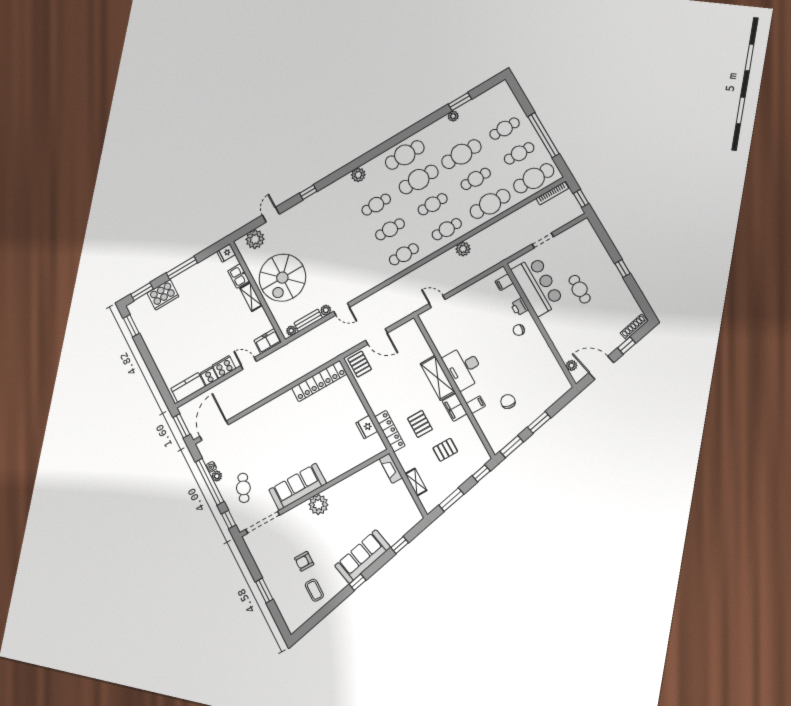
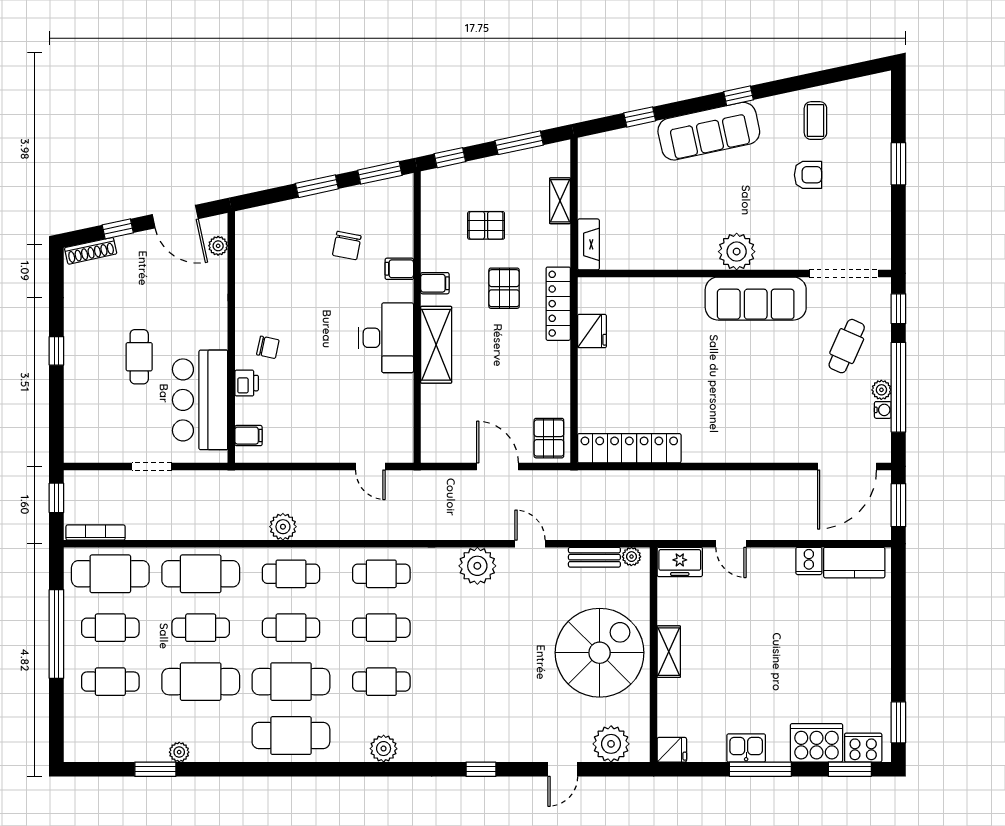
kitchen sink: (239, 276) -> (746, 748), moved, turned -90
plant: (326, 310) -> (477, 566), moved, width x1.87, depth x1.87
cooker: (224, 367) -> (863, 748), moved, turned 180
filing cabinet: (455, 407) -> (435, 283), width x0.50

